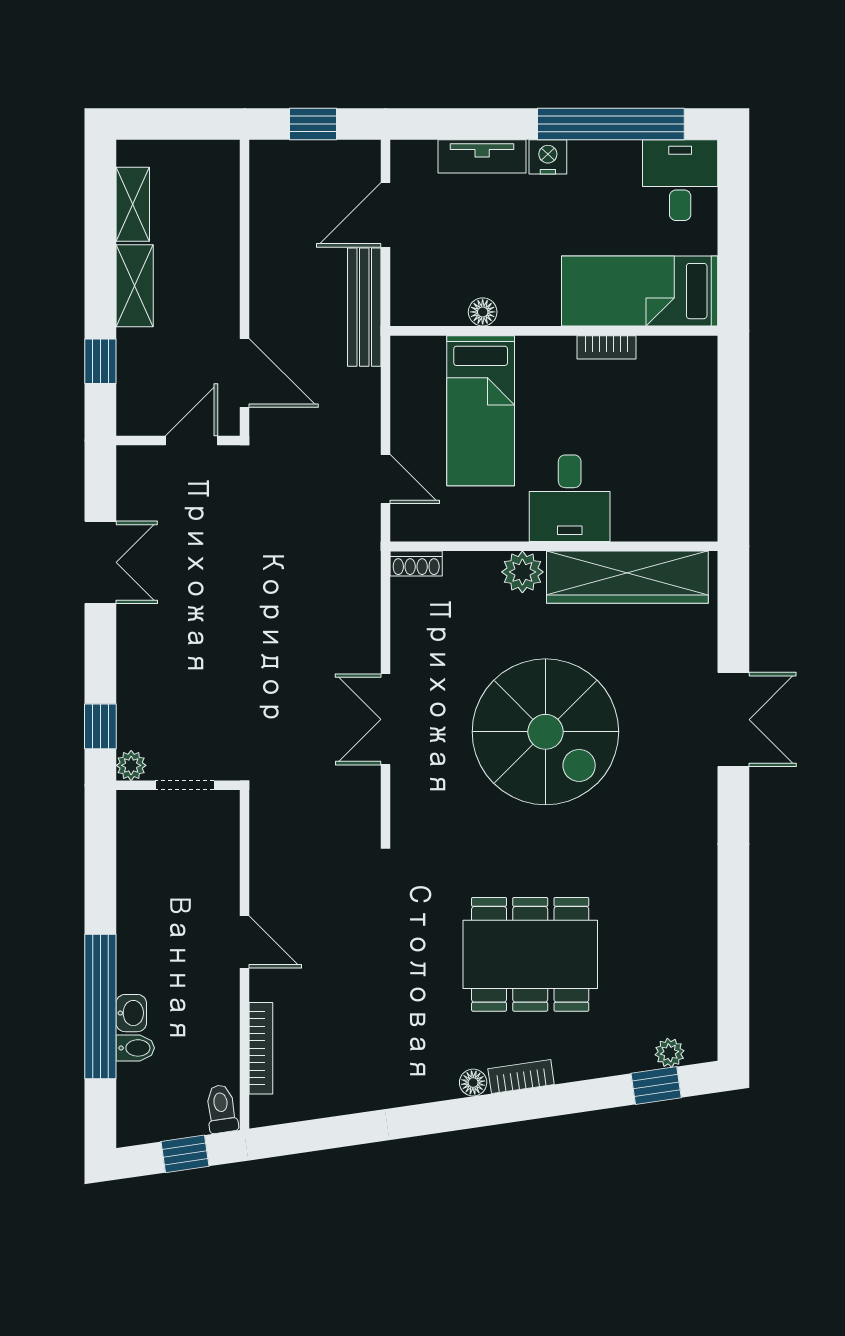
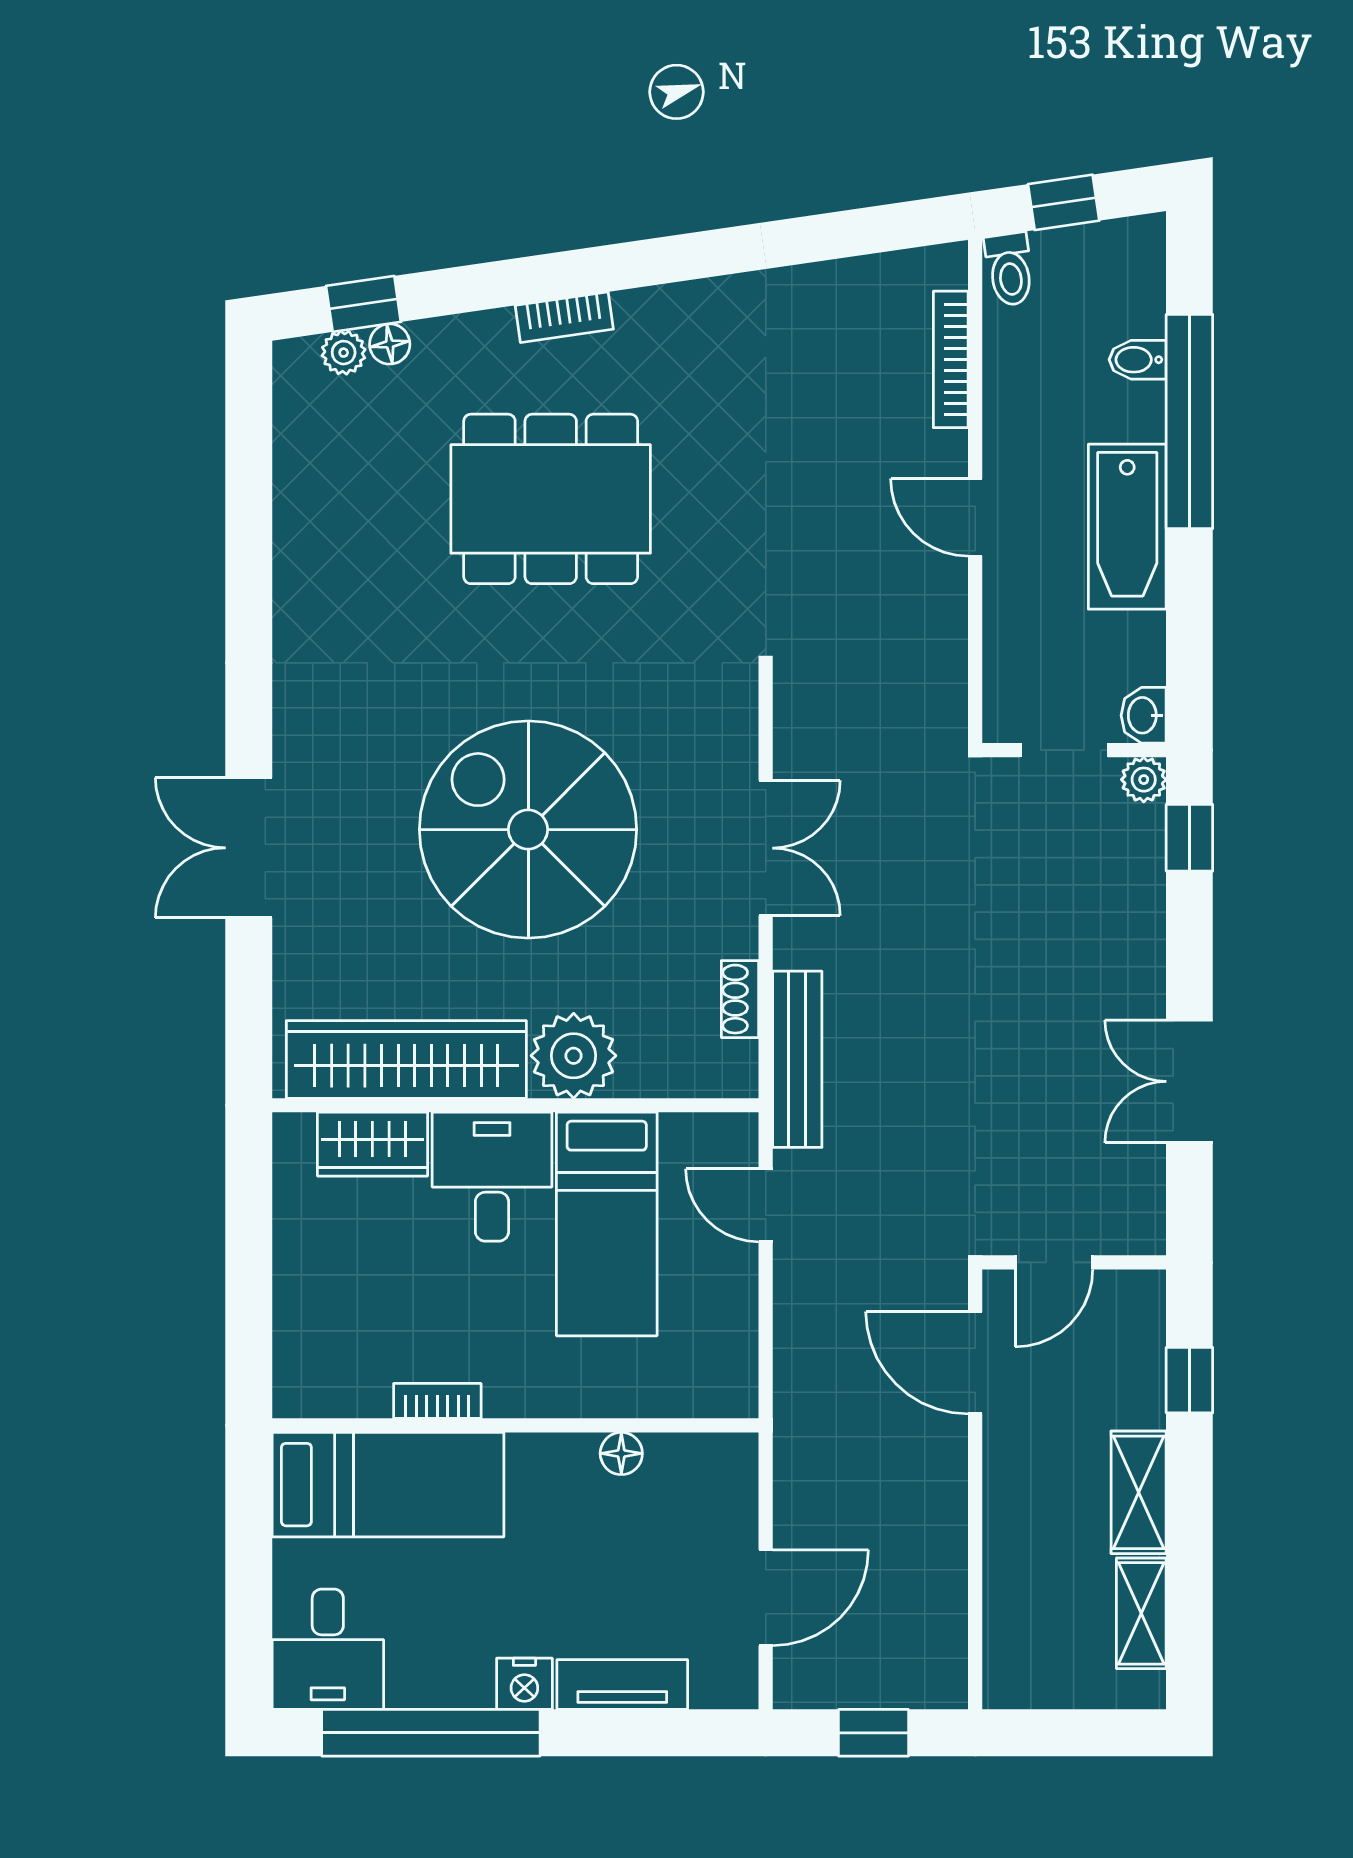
bench: (364, 307) -> (797, 1059), moved
bed: (481, 411) -> (607, 1224), moved, turned 180
wardrobe: (650, 520) -> (372, 1144), added
shoe rack: (416, 564) -> (740, 999), moved, turned -90
plant: (522, 572) -> (574, 1056), width x1.36, depth x1.36
bathtub: (142, 936) -> (1127, 527), added
washbasin: (131, 1013) -> (1144, 715), moved
floor lamp: (473, 1083) -> (390, 344), moved

